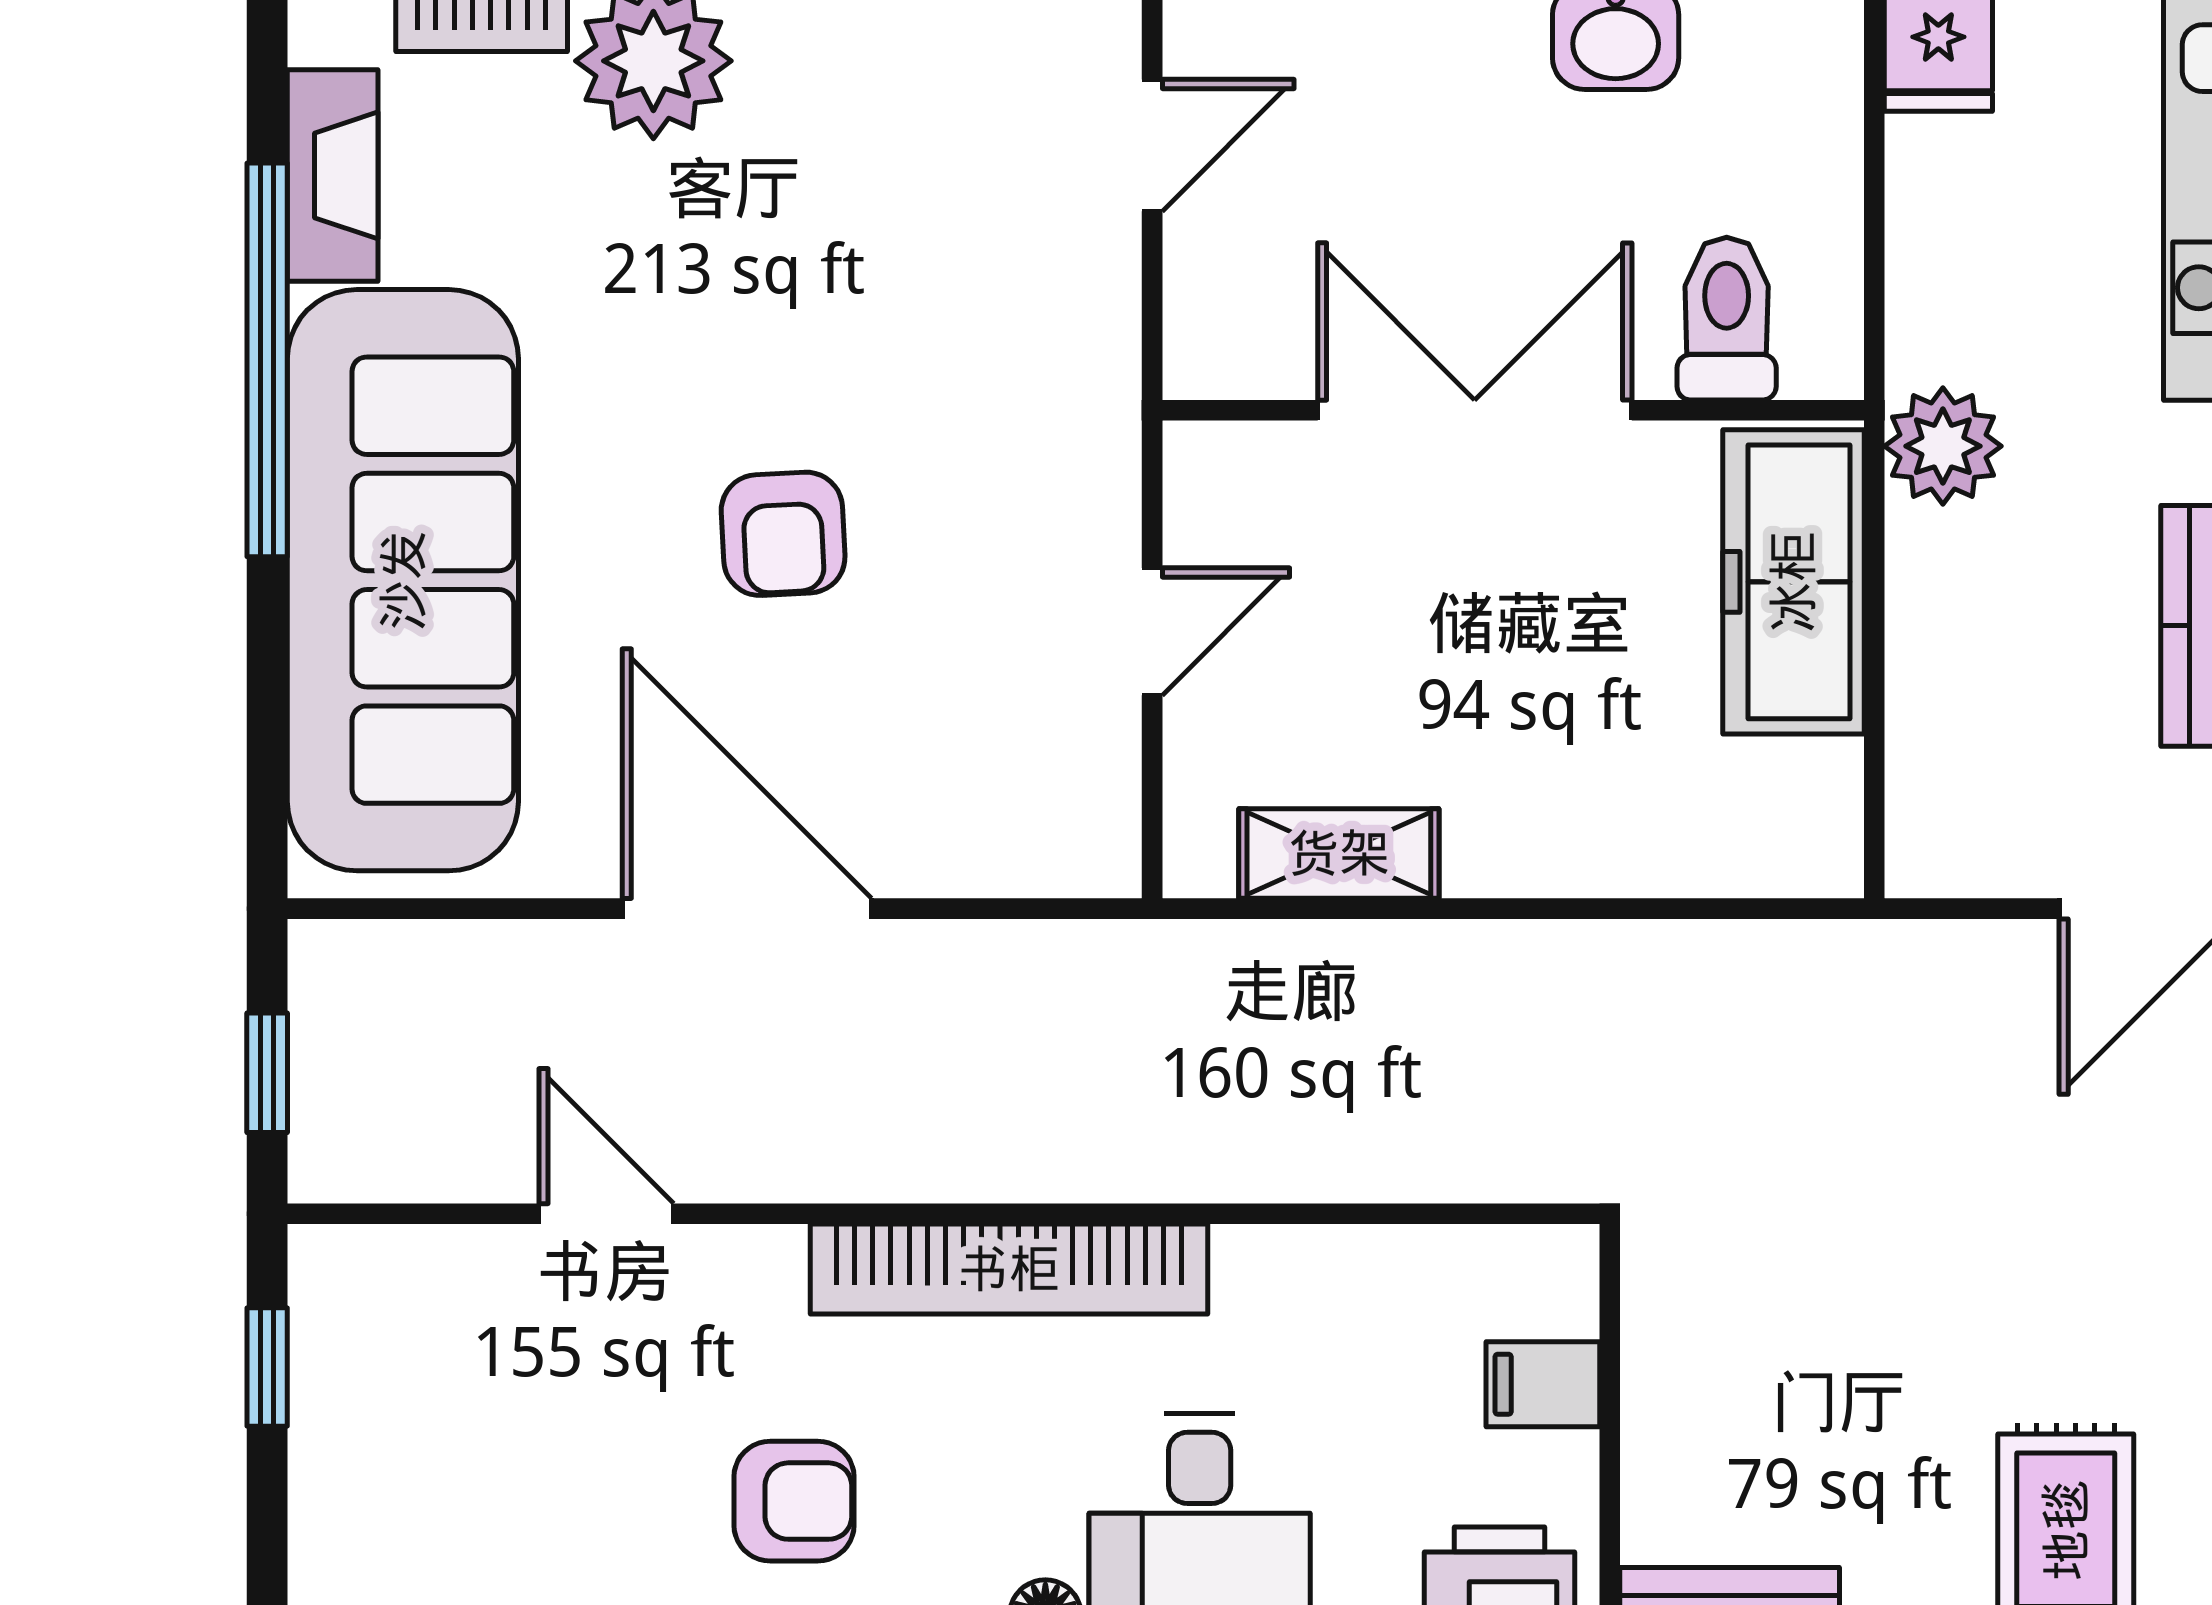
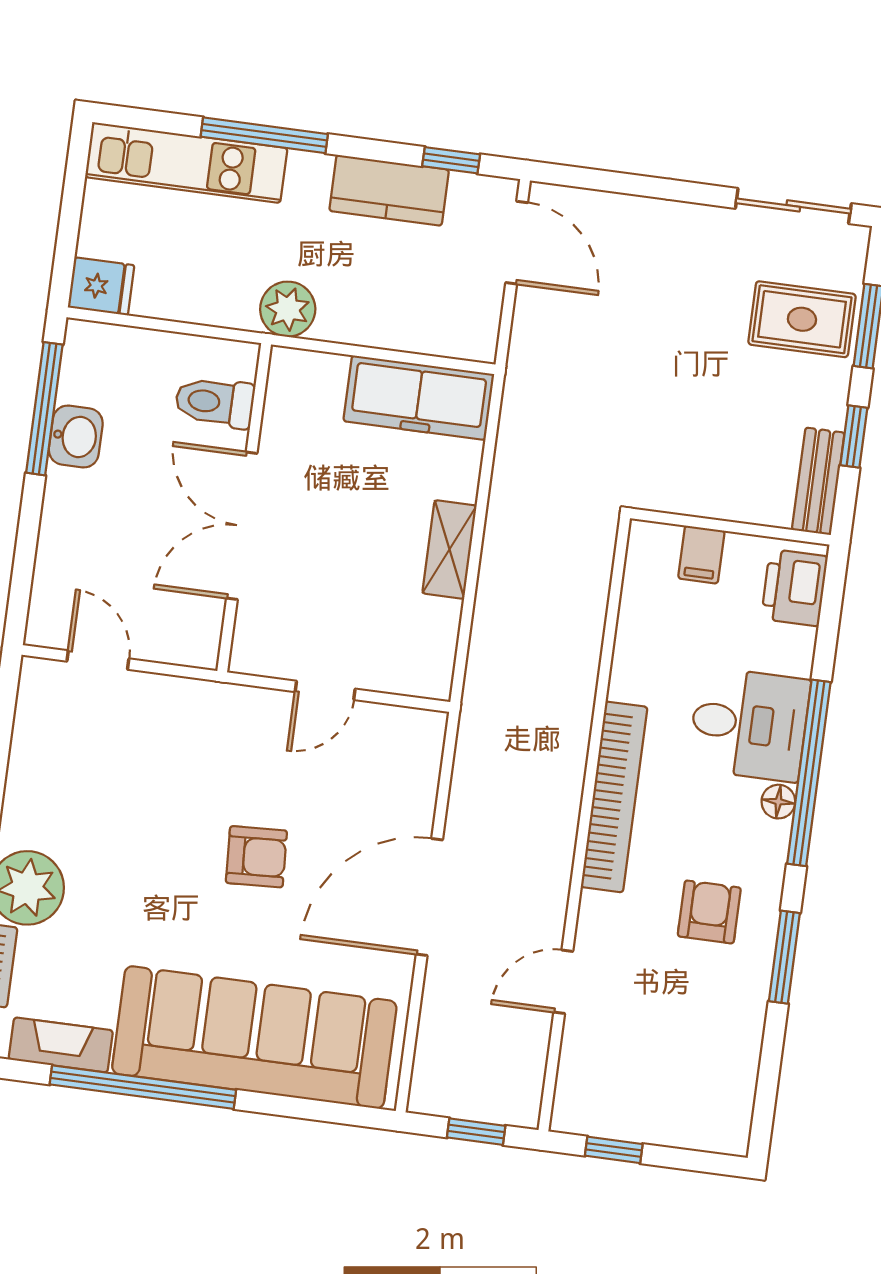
freezer: (1793, 582) -> (419, 398), moved
door: (1152, 632) -> (325, 690), swing flipped
shelving: (1339, 853) -> (449, 549), moved

